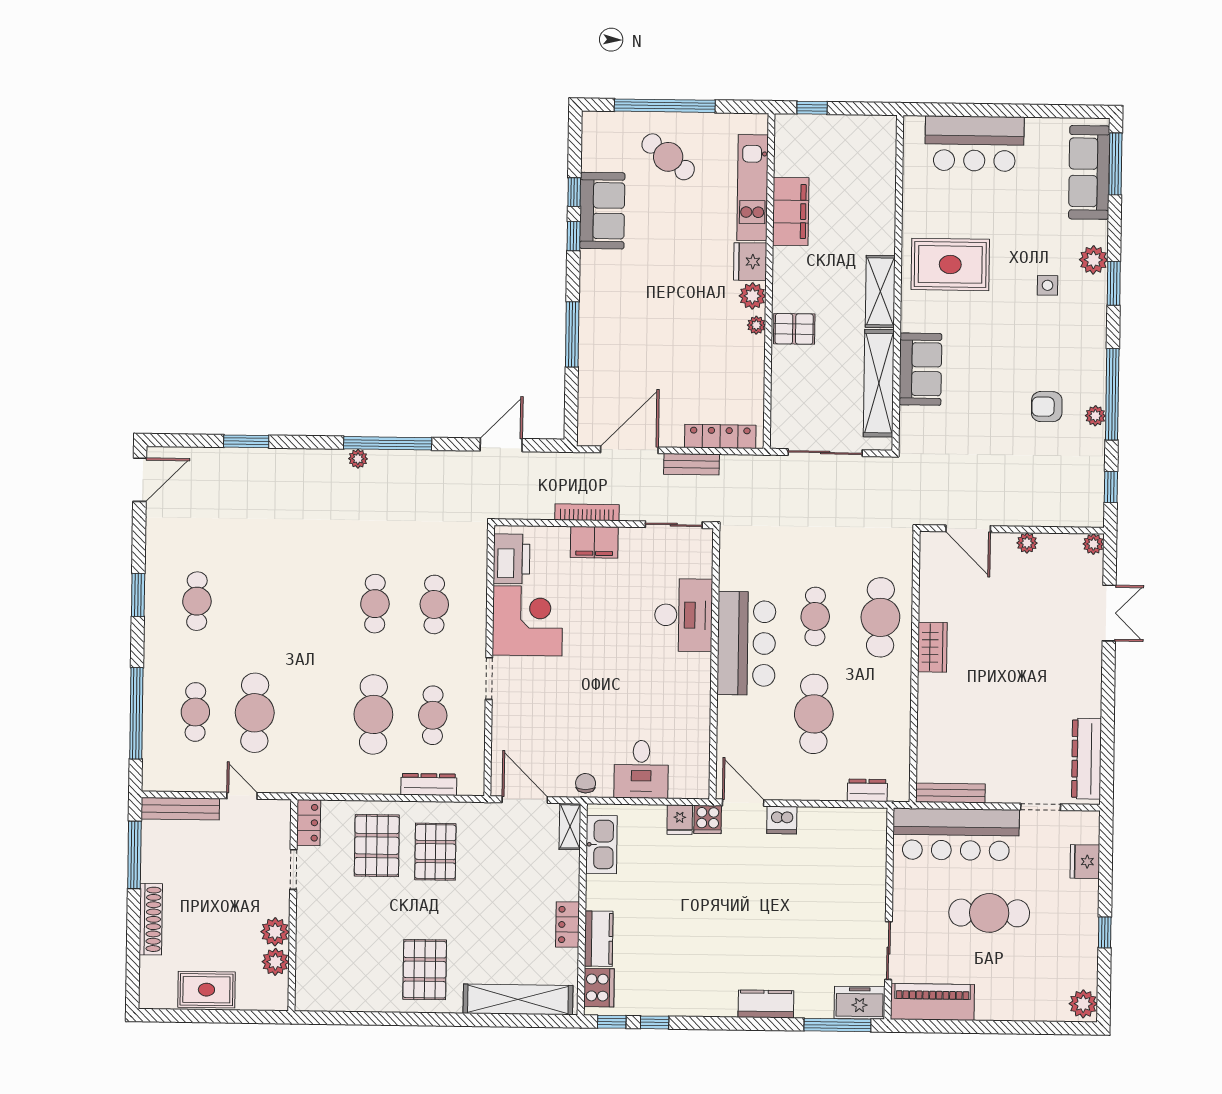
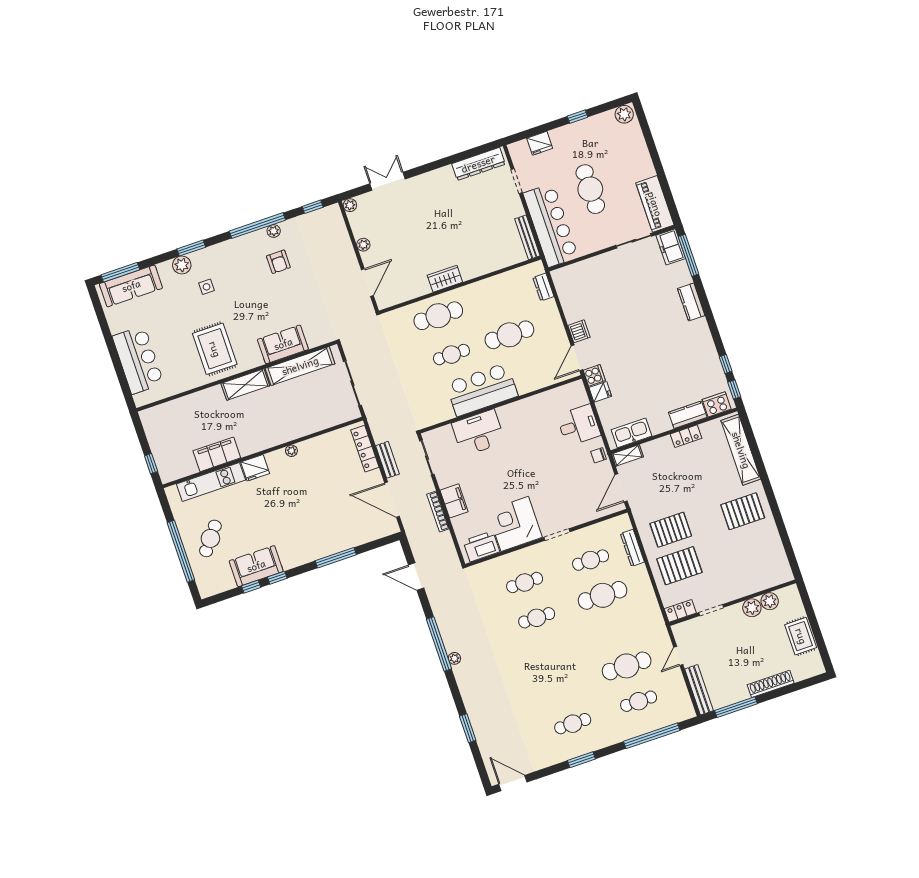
plant: (752, 296) -> (275, 459), removed
pallet: (794, 329) -> (286, 428), removed

